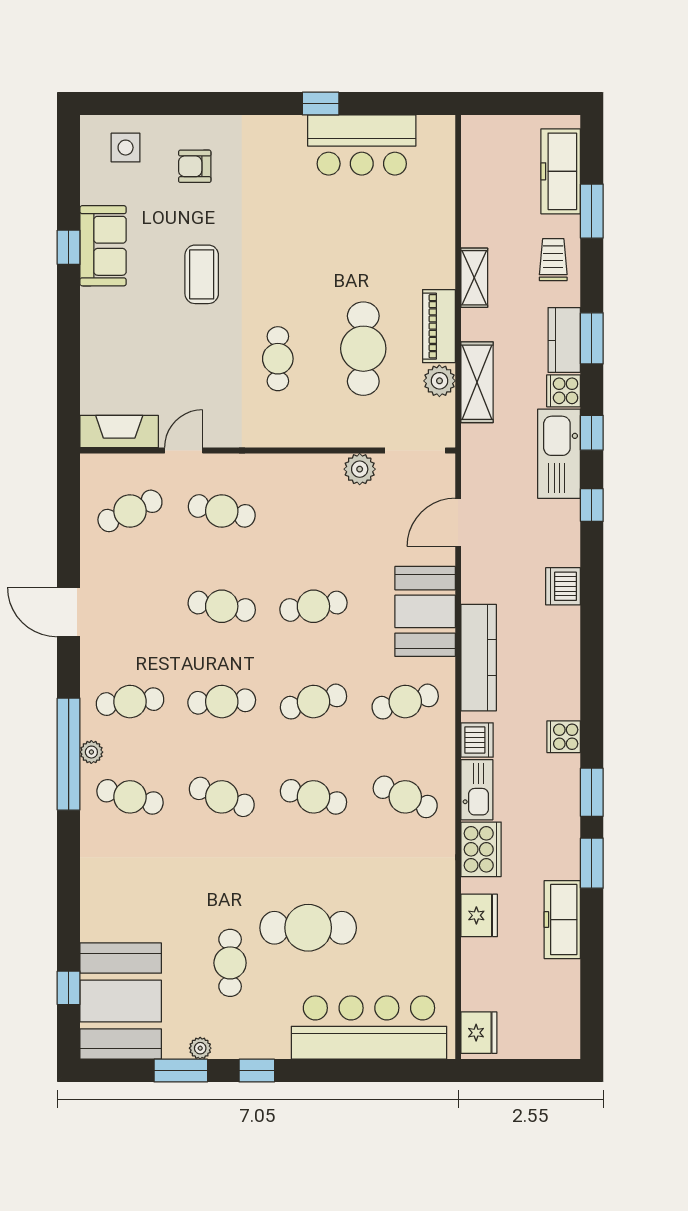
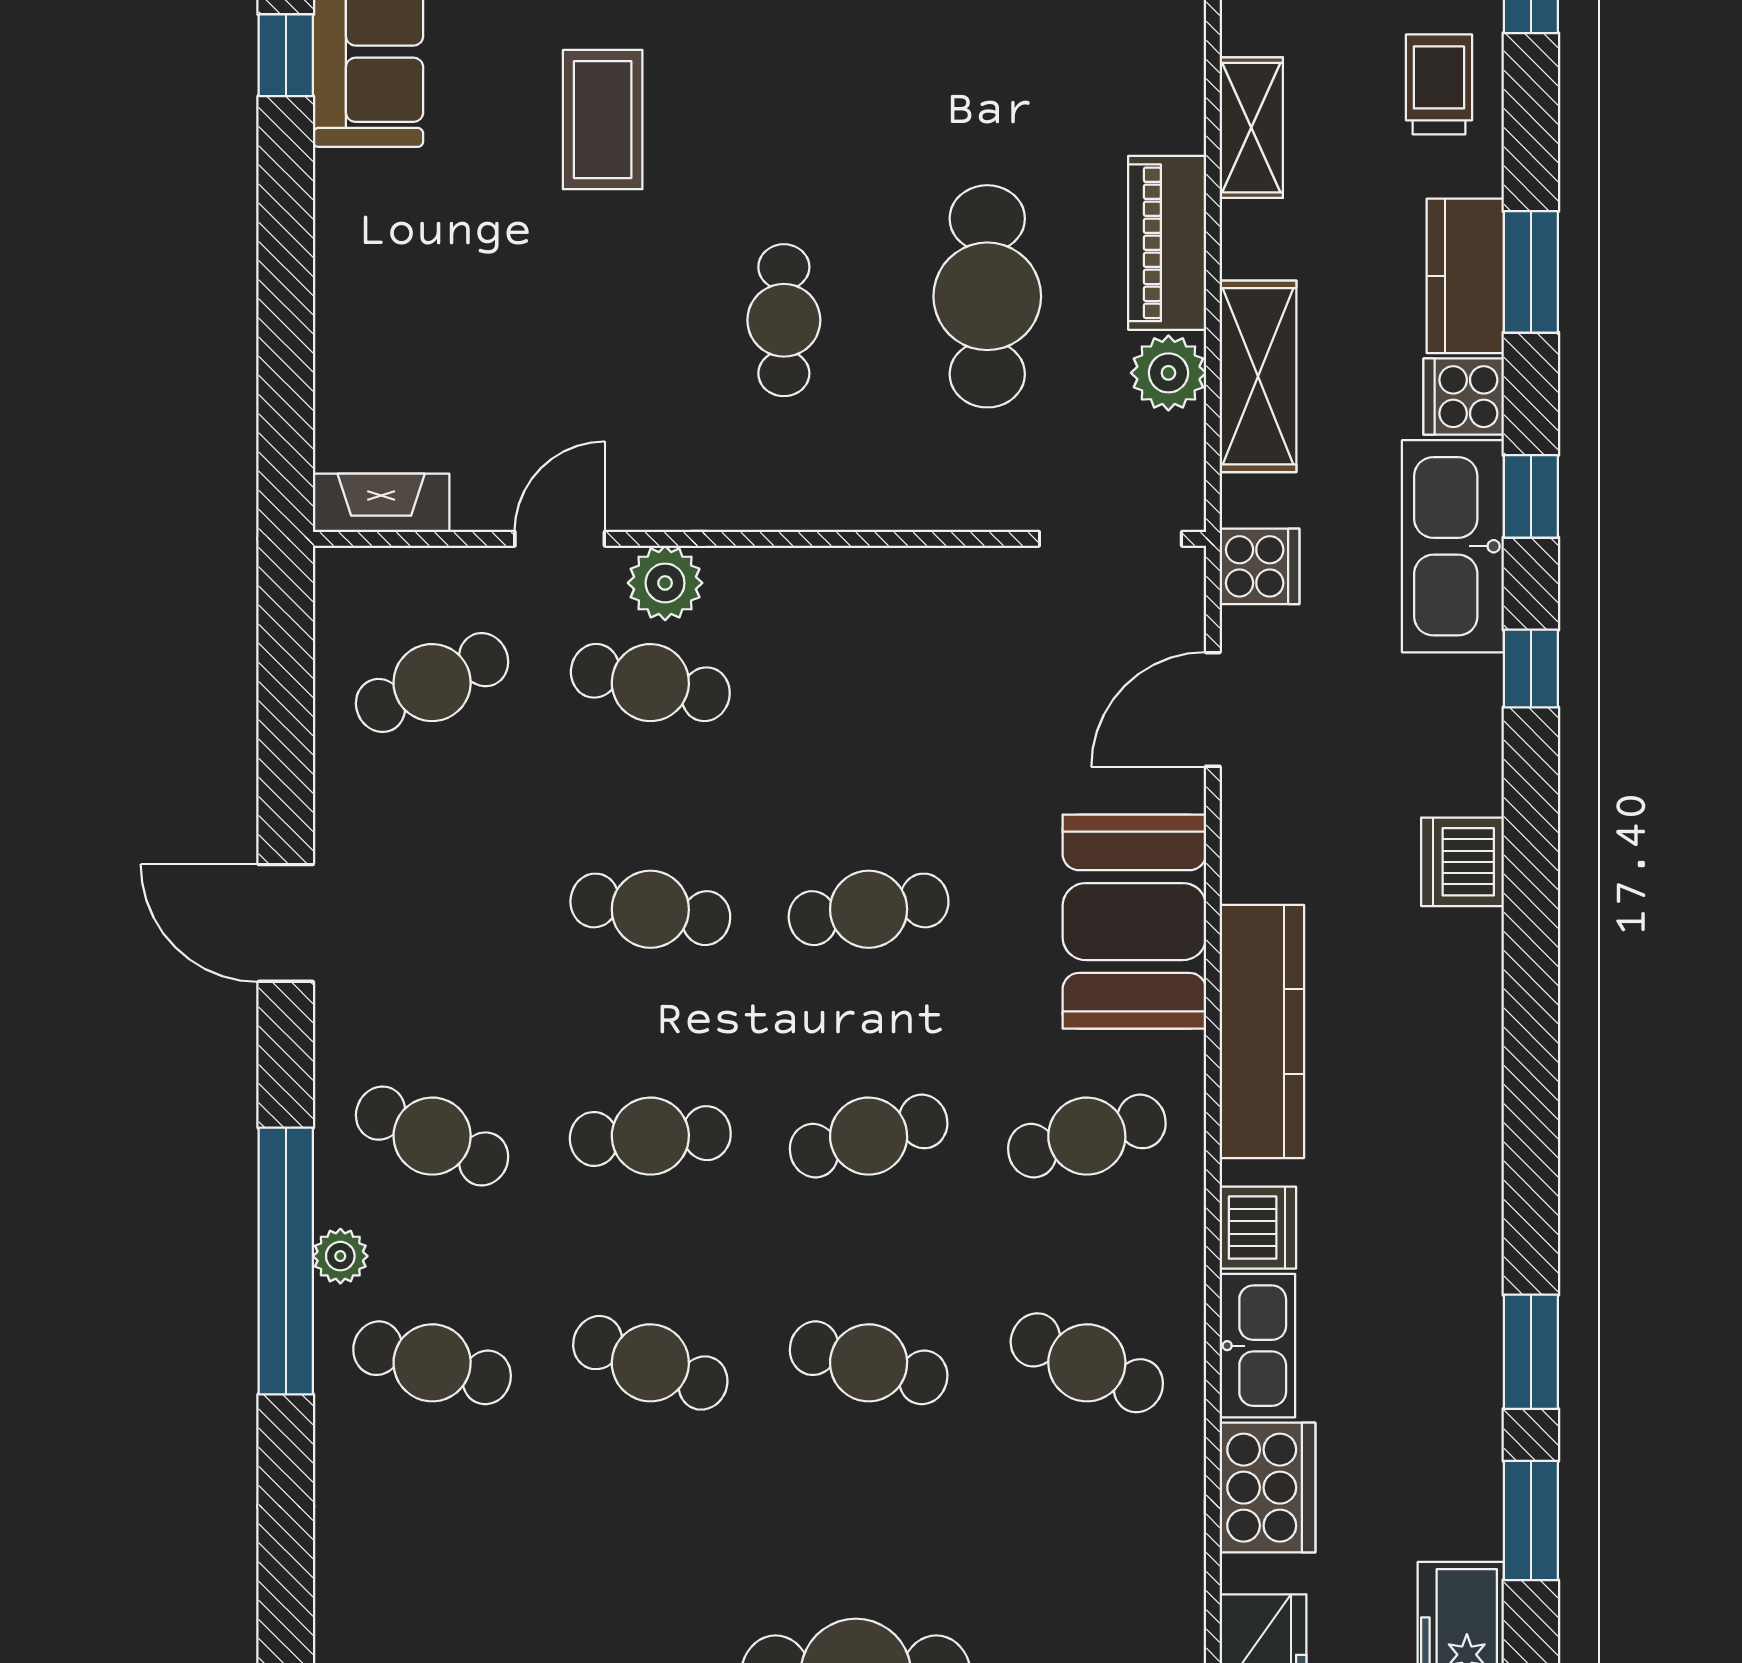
fireplace: (119, 432) -> (381, 503), width x0.73, depth x0.76
plant: (360, 469) -> (665, 583), moved
cafe table: (130, 702) -> (432, 1136), turned 30
cooker: (564, 737) -> (1259, 566), moved, turned 180

